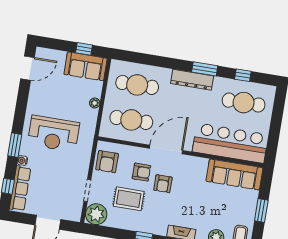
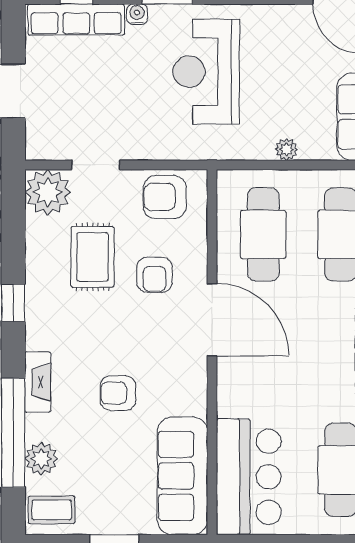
bar counter: (230, 143) -> (249, 477), width x0.73
armchair: (163, 184) -> (118, 393), moved

